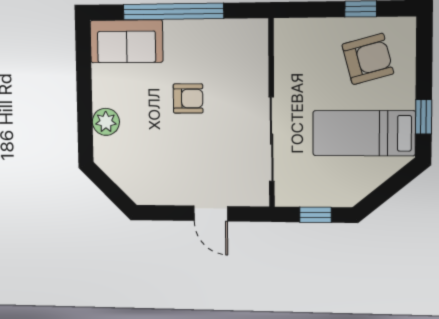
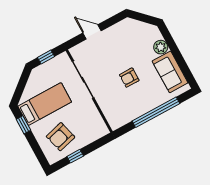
sofa: (126, 41) -> (170, 72), moved, turned -90

